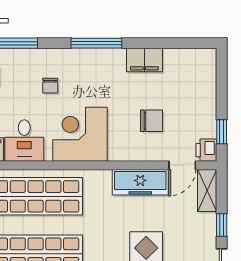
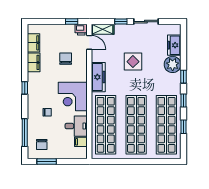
window: (96, 43) -> (25, 88), width x0.46
filing cabinet: (181, 60) -> (33, 43), added
freezer: (140, 182) -> (98, 77), moved

